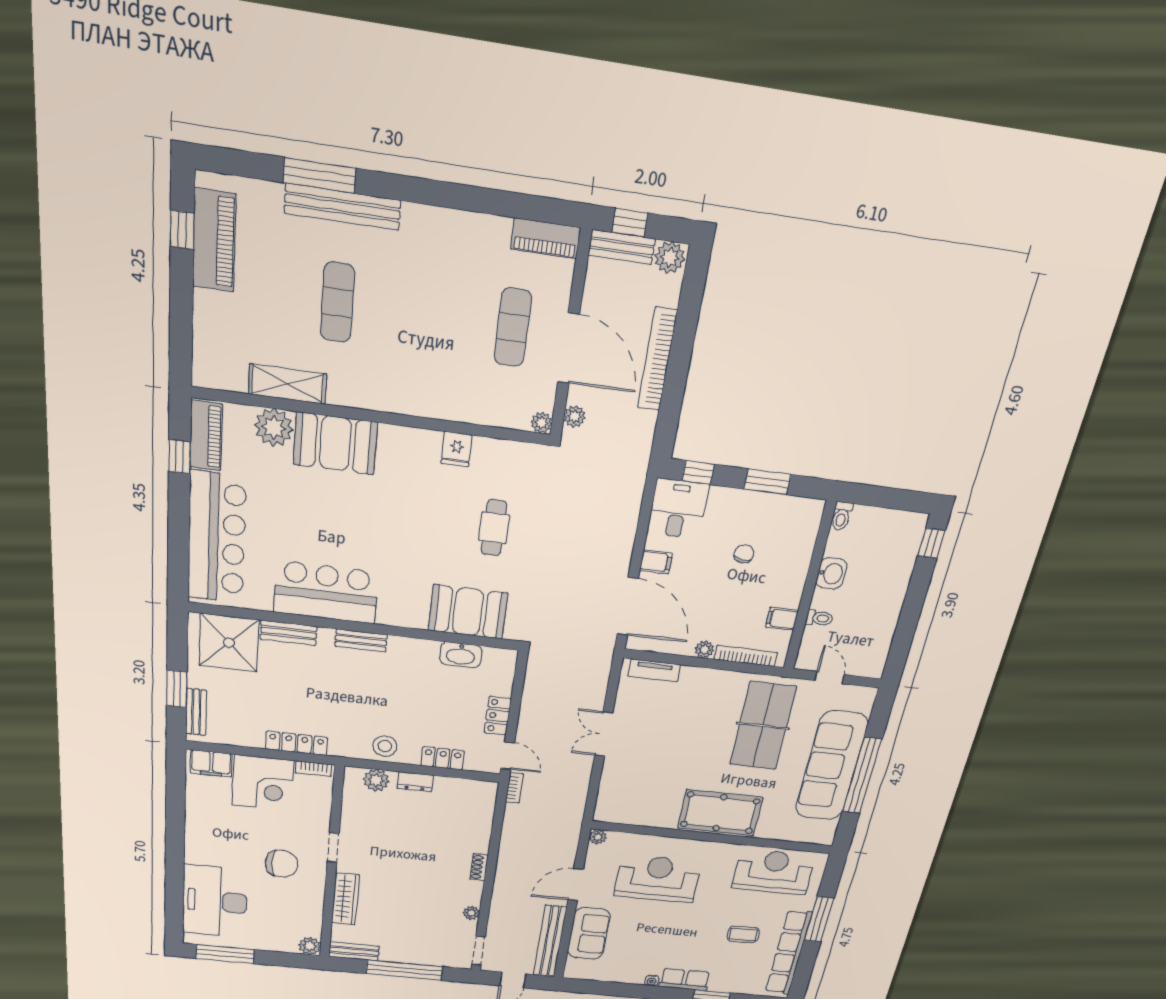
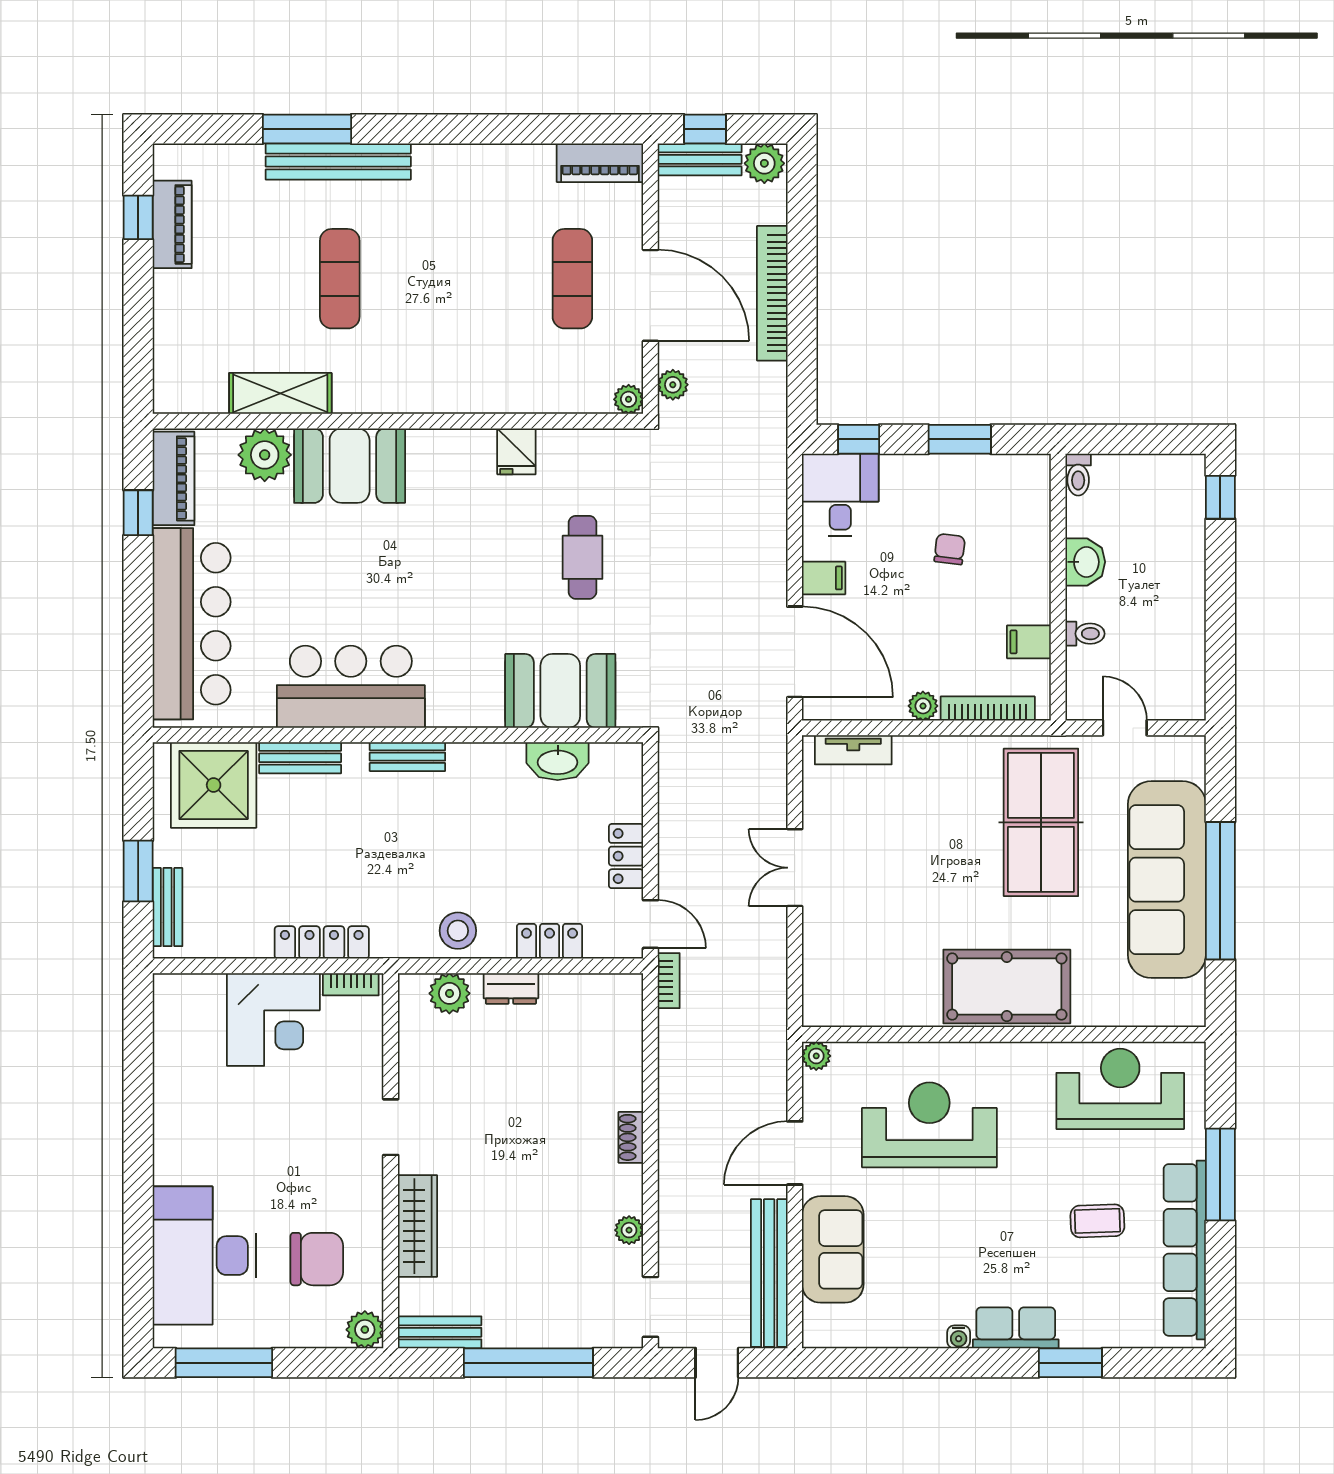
piano: (214, 241) -> (172, 224), width x0.73, depth x0.75
filing cabinet: (211, 763) -> (192, 994), removed
chair: (282, 864) -> (317, 1259), moved

